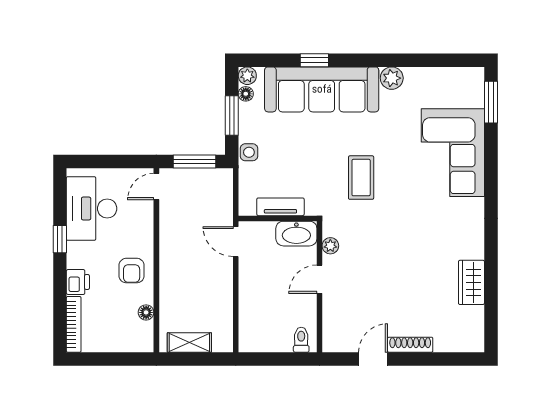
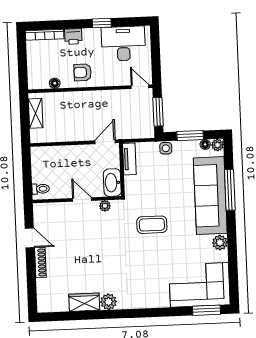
window: (314, 60) -> (230, 190), width x2.17
corner sofa: (453, 153) -> (200, 285), moved
tv unit: (280, 207) -> (129, 159), moved
plant: (472, 246) -> (109, 302), added

